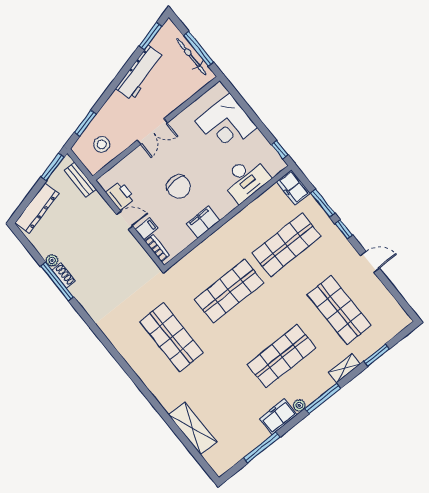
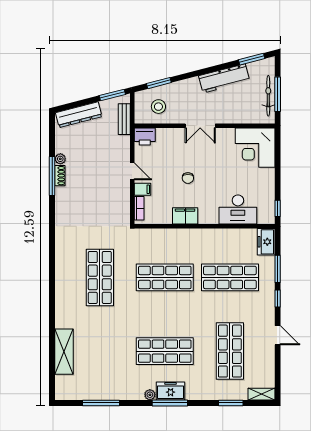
corner desk: (226, 124) -> (255, 148), moved
chair: (179, 187) -> (188, 178), width x0.54, depth x0.54
printer: (120, 195) -> (145, 136), moved, turned 90
shelving: (344, 368) -> (261, 394), moved
freezer: (278, 417) -> (171, 391), moved

